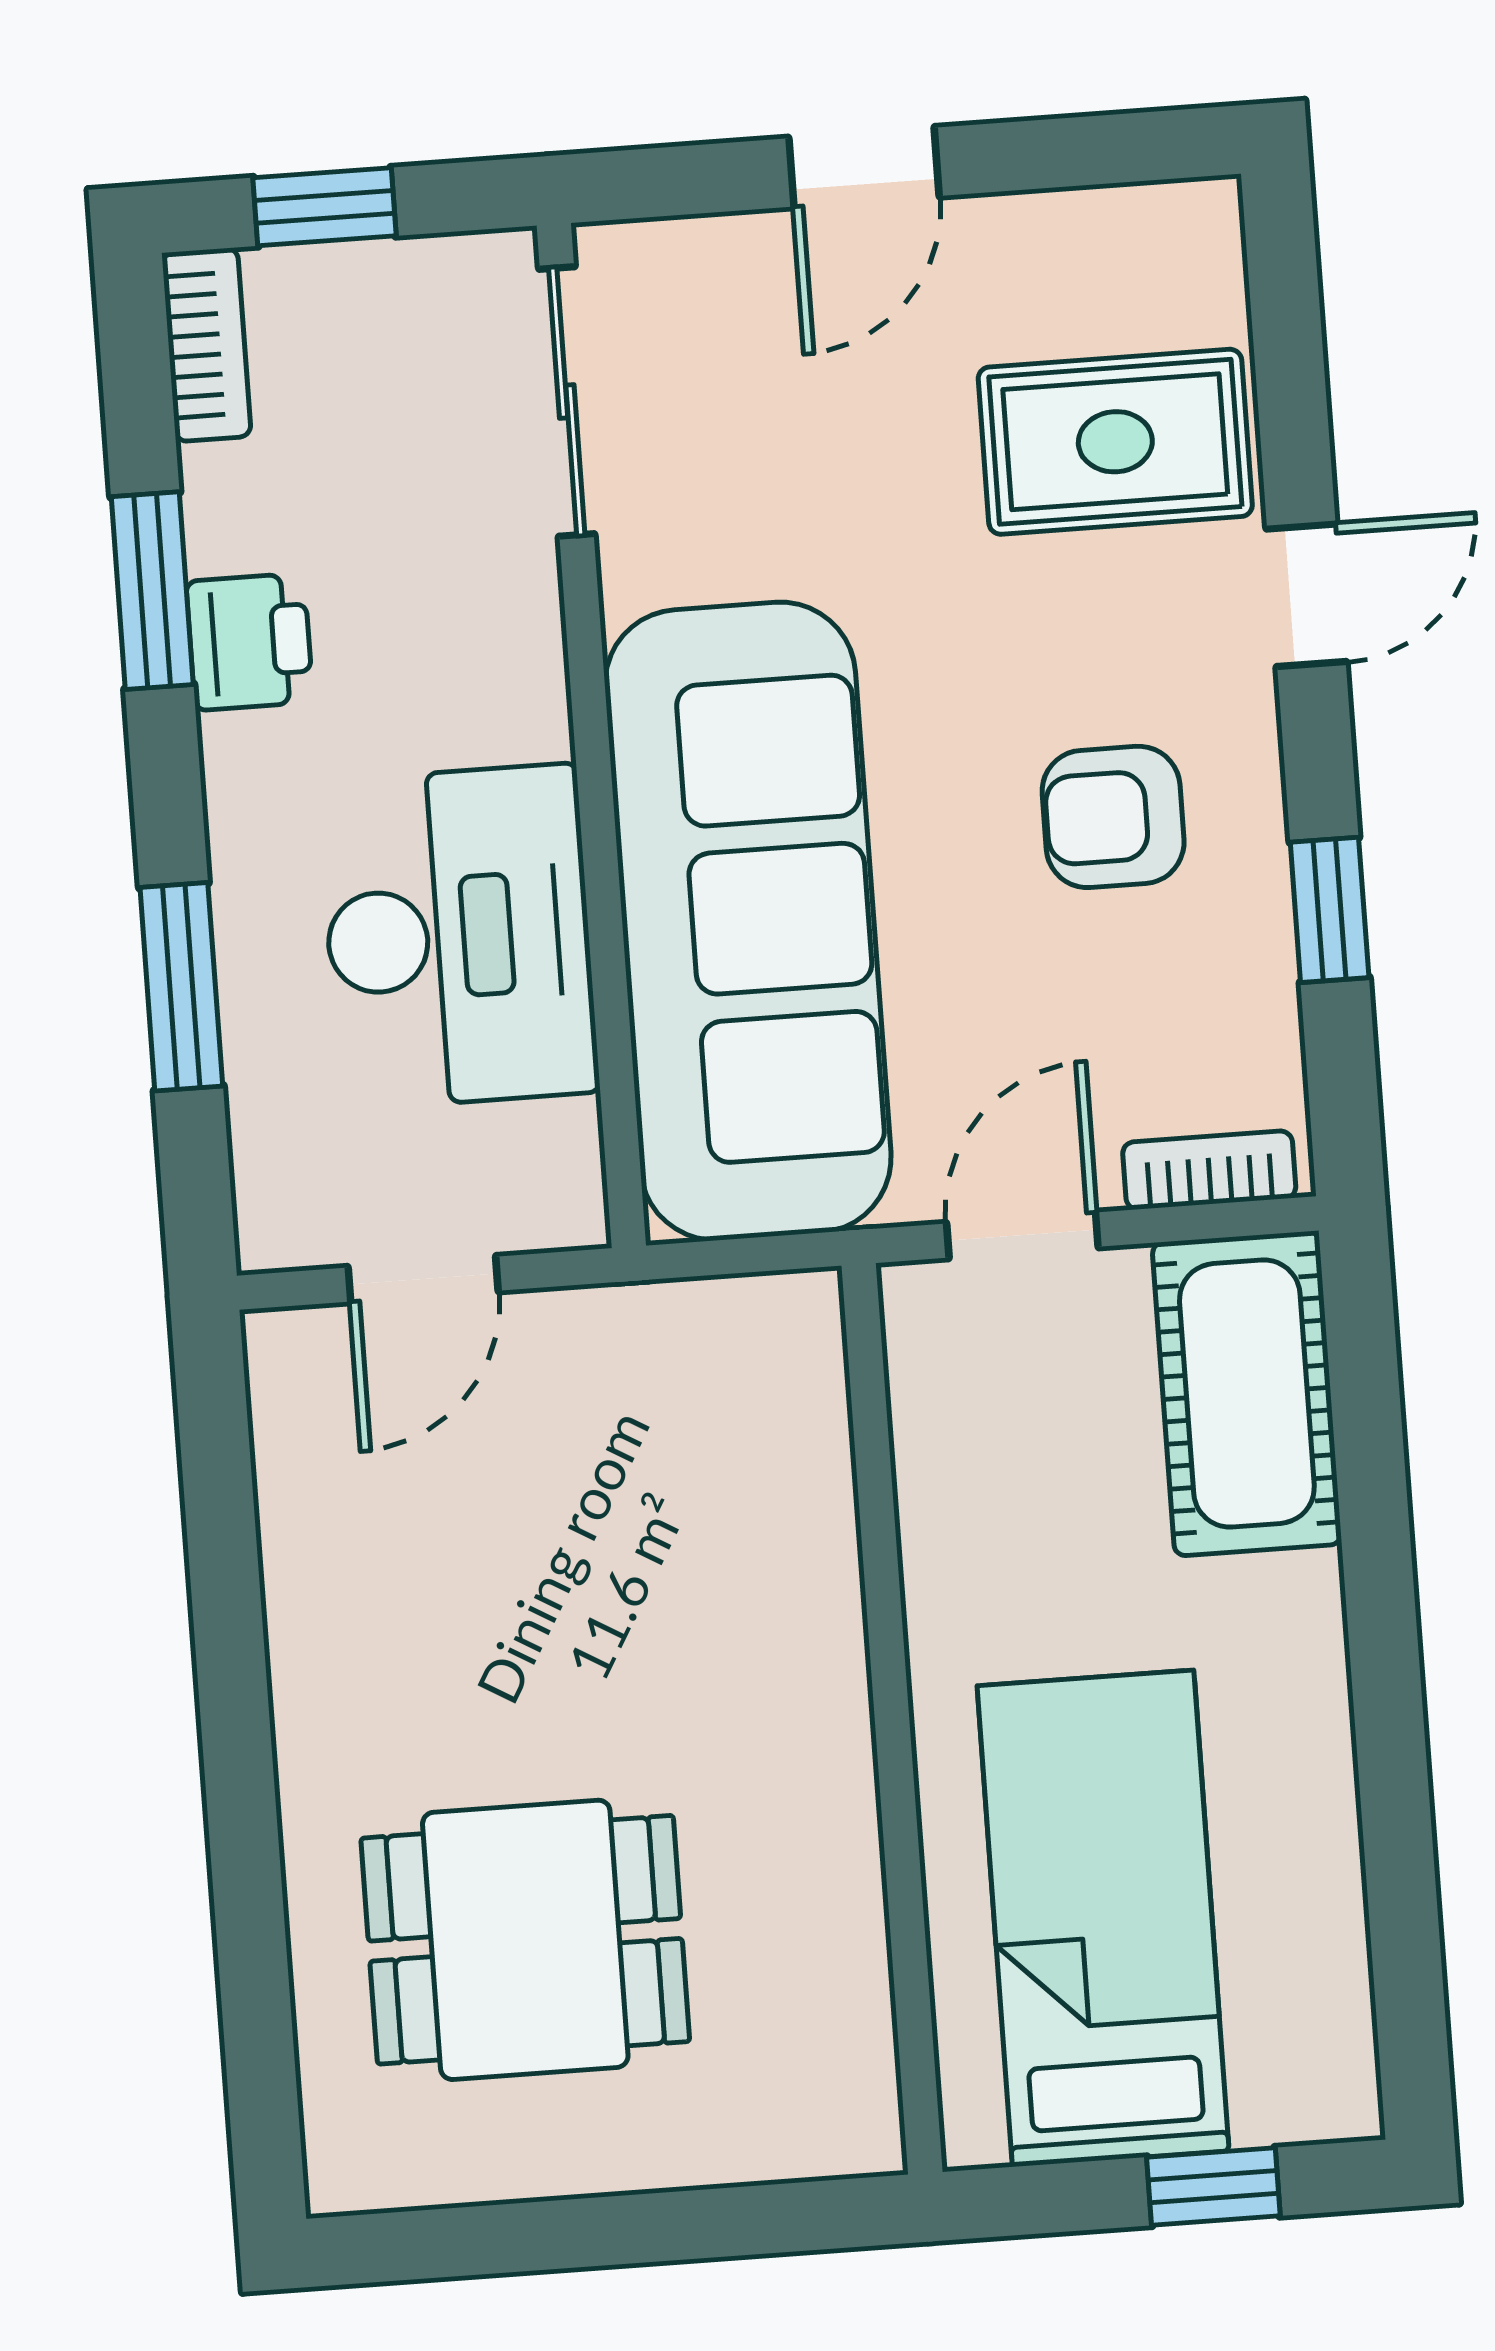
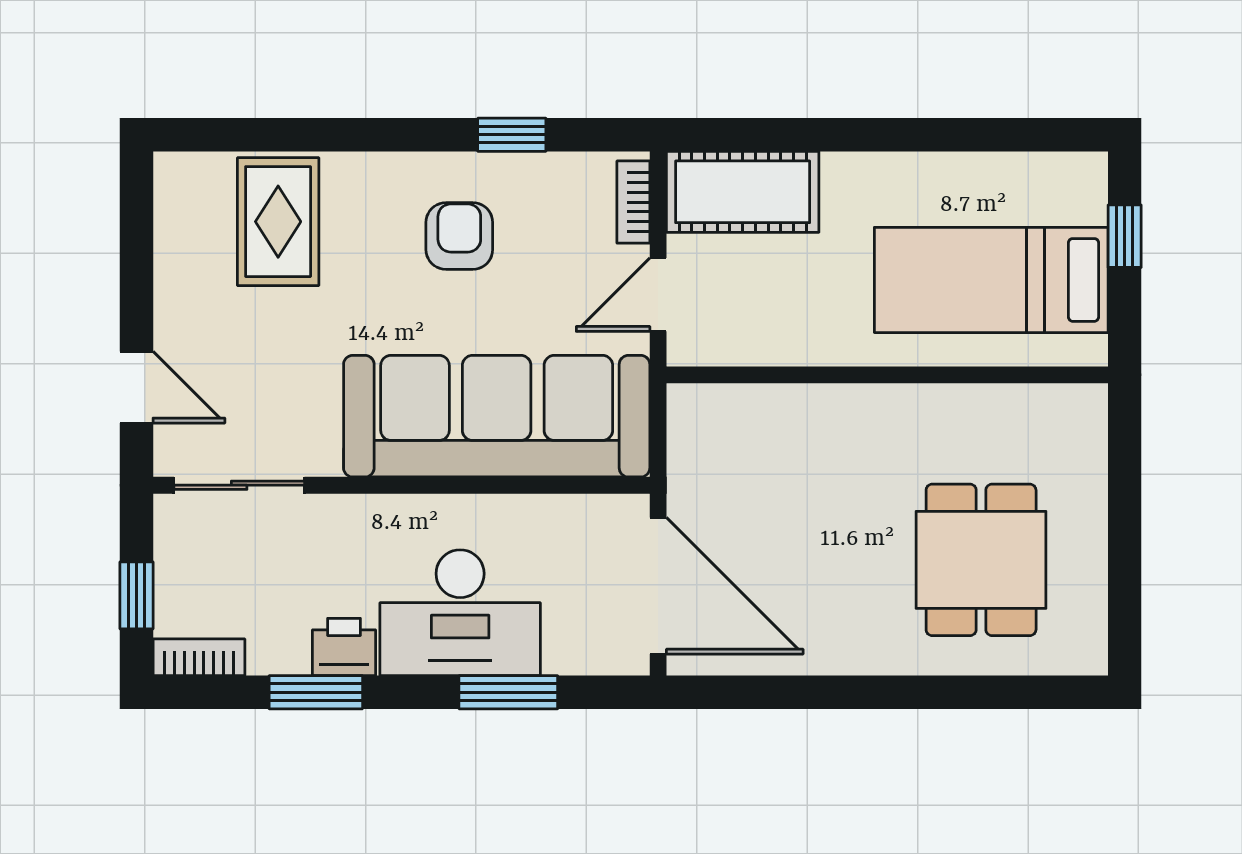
door: (864, 167) -> (136, 387), moved
door: (1306, 595) -> (359, 135), removed
armchair: (1113, 817) -> (459, 236), turned 180
desk: (459, 937) -> (460, 613), moved, turned 180
door: (1022, 1235) -> (658, 295), hinge flipped
door: (423, 1279) -> (658, 586), width x1.88

